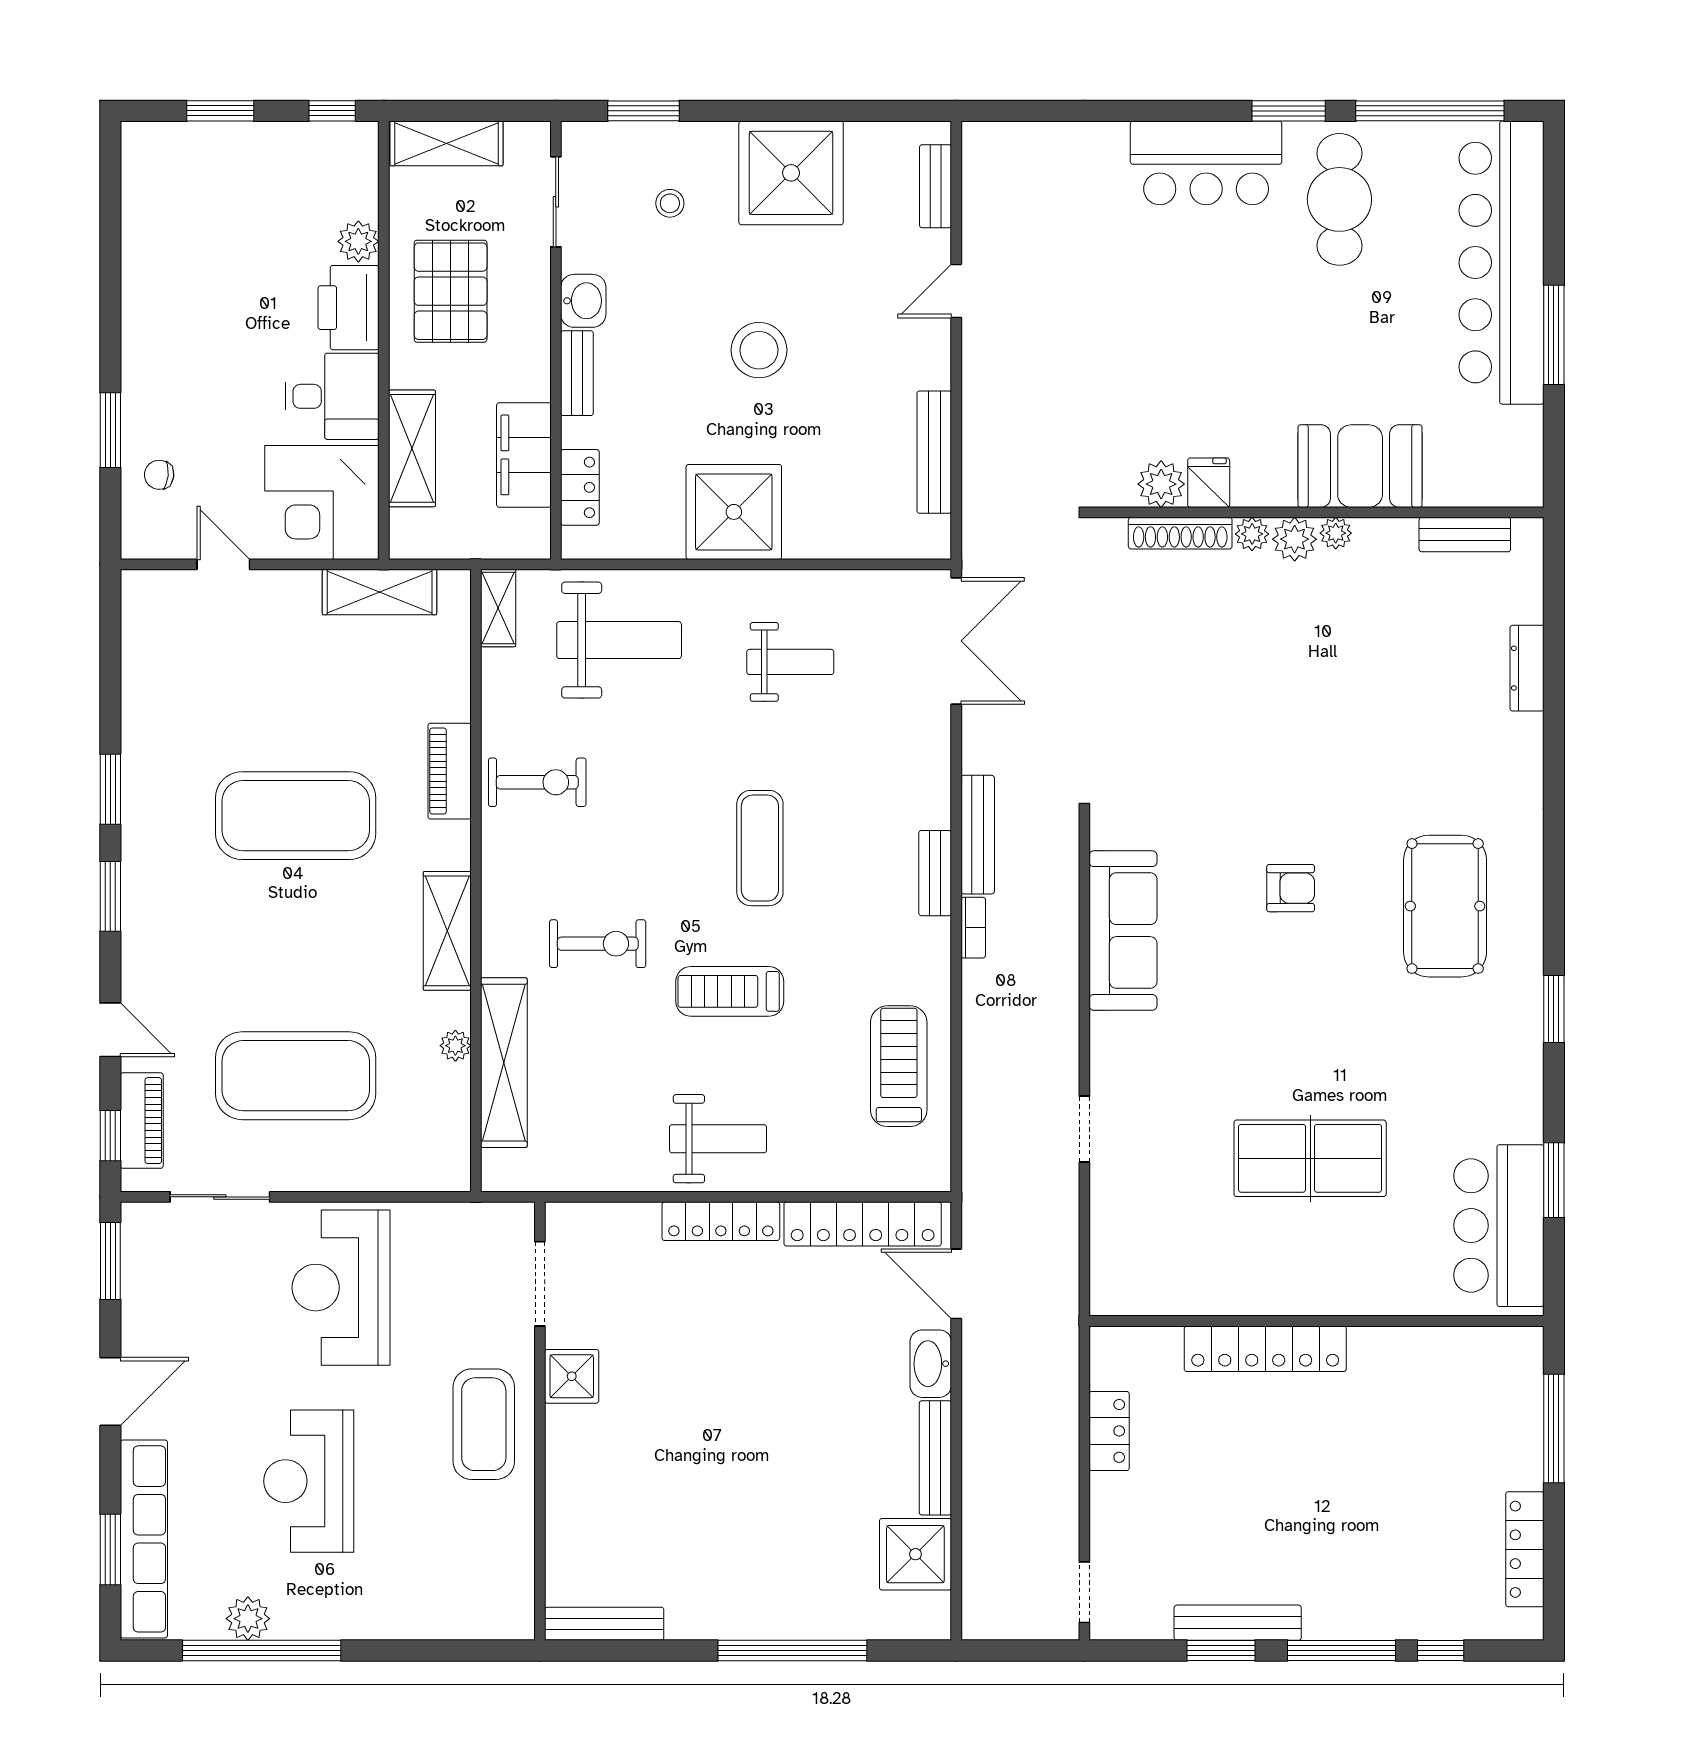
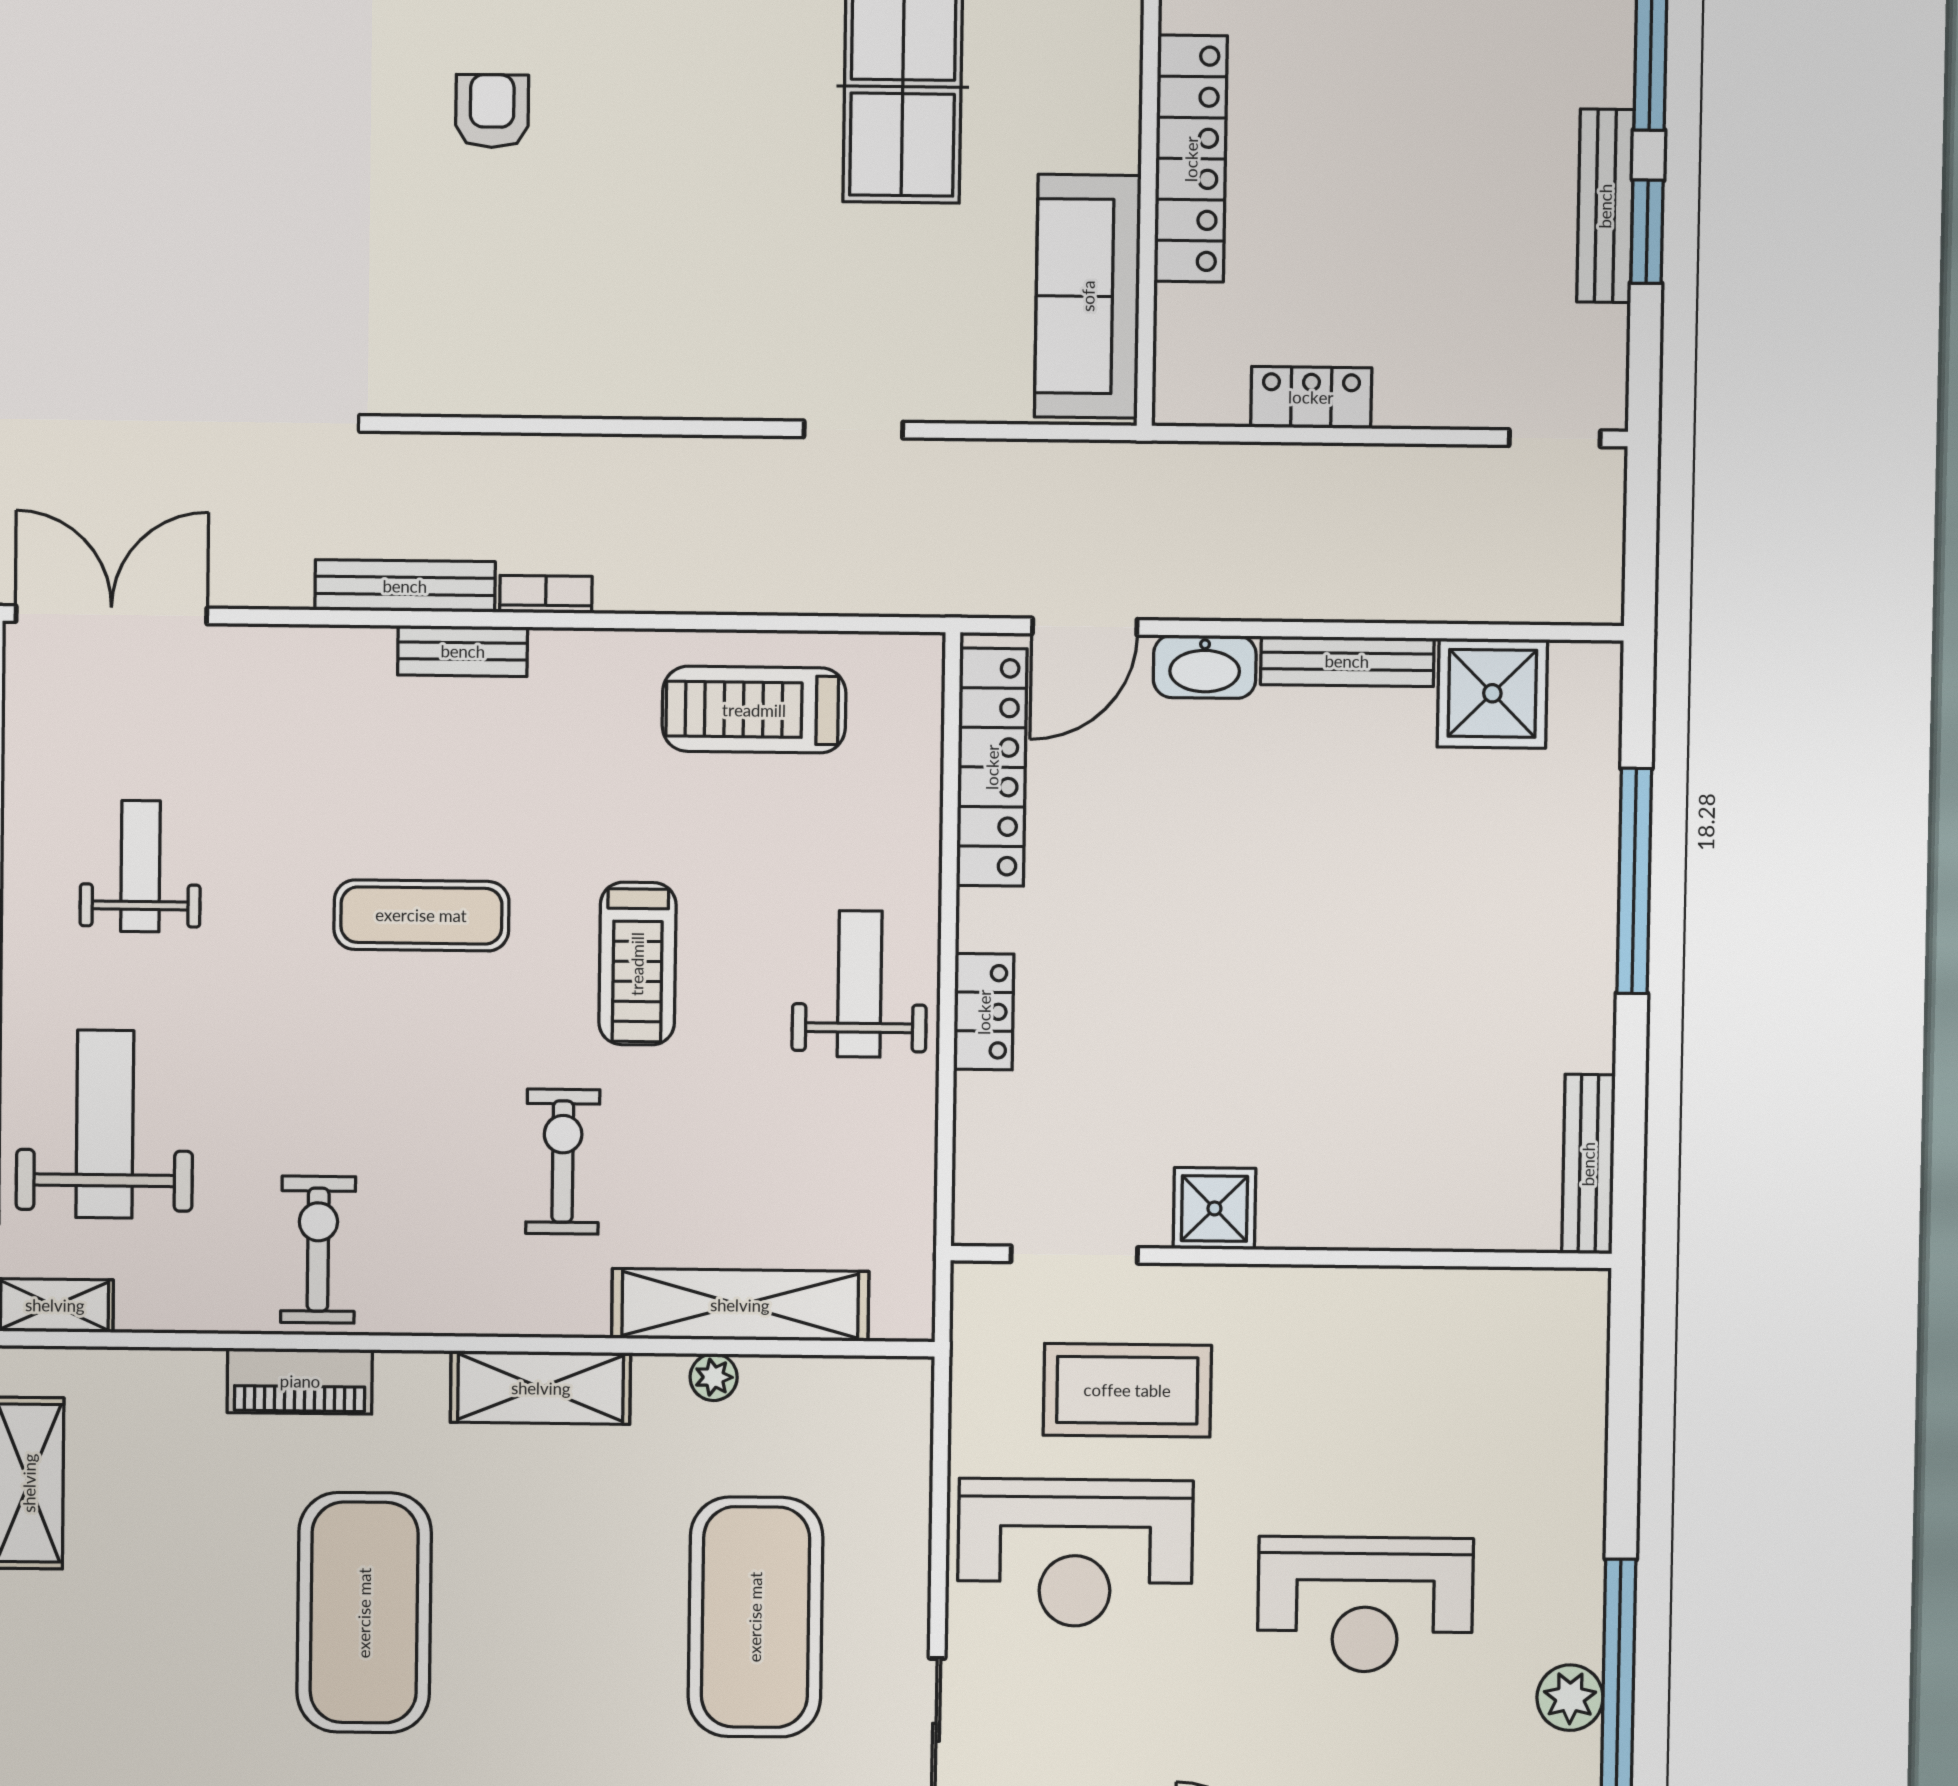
sofa: (1123, 931) -> (1088, 296), moved, turned -90
locker: (721, 1221) -> (984, 1012), width x0.66
coffee table: (484, 1424) -> (1127, 1390), moved

